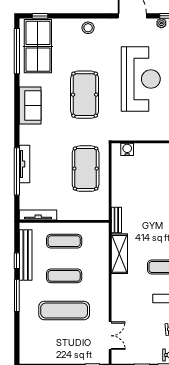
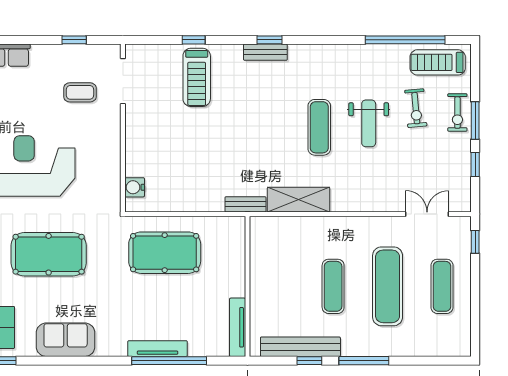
exercise mat: (64, 241) -> (442, 286), moved

